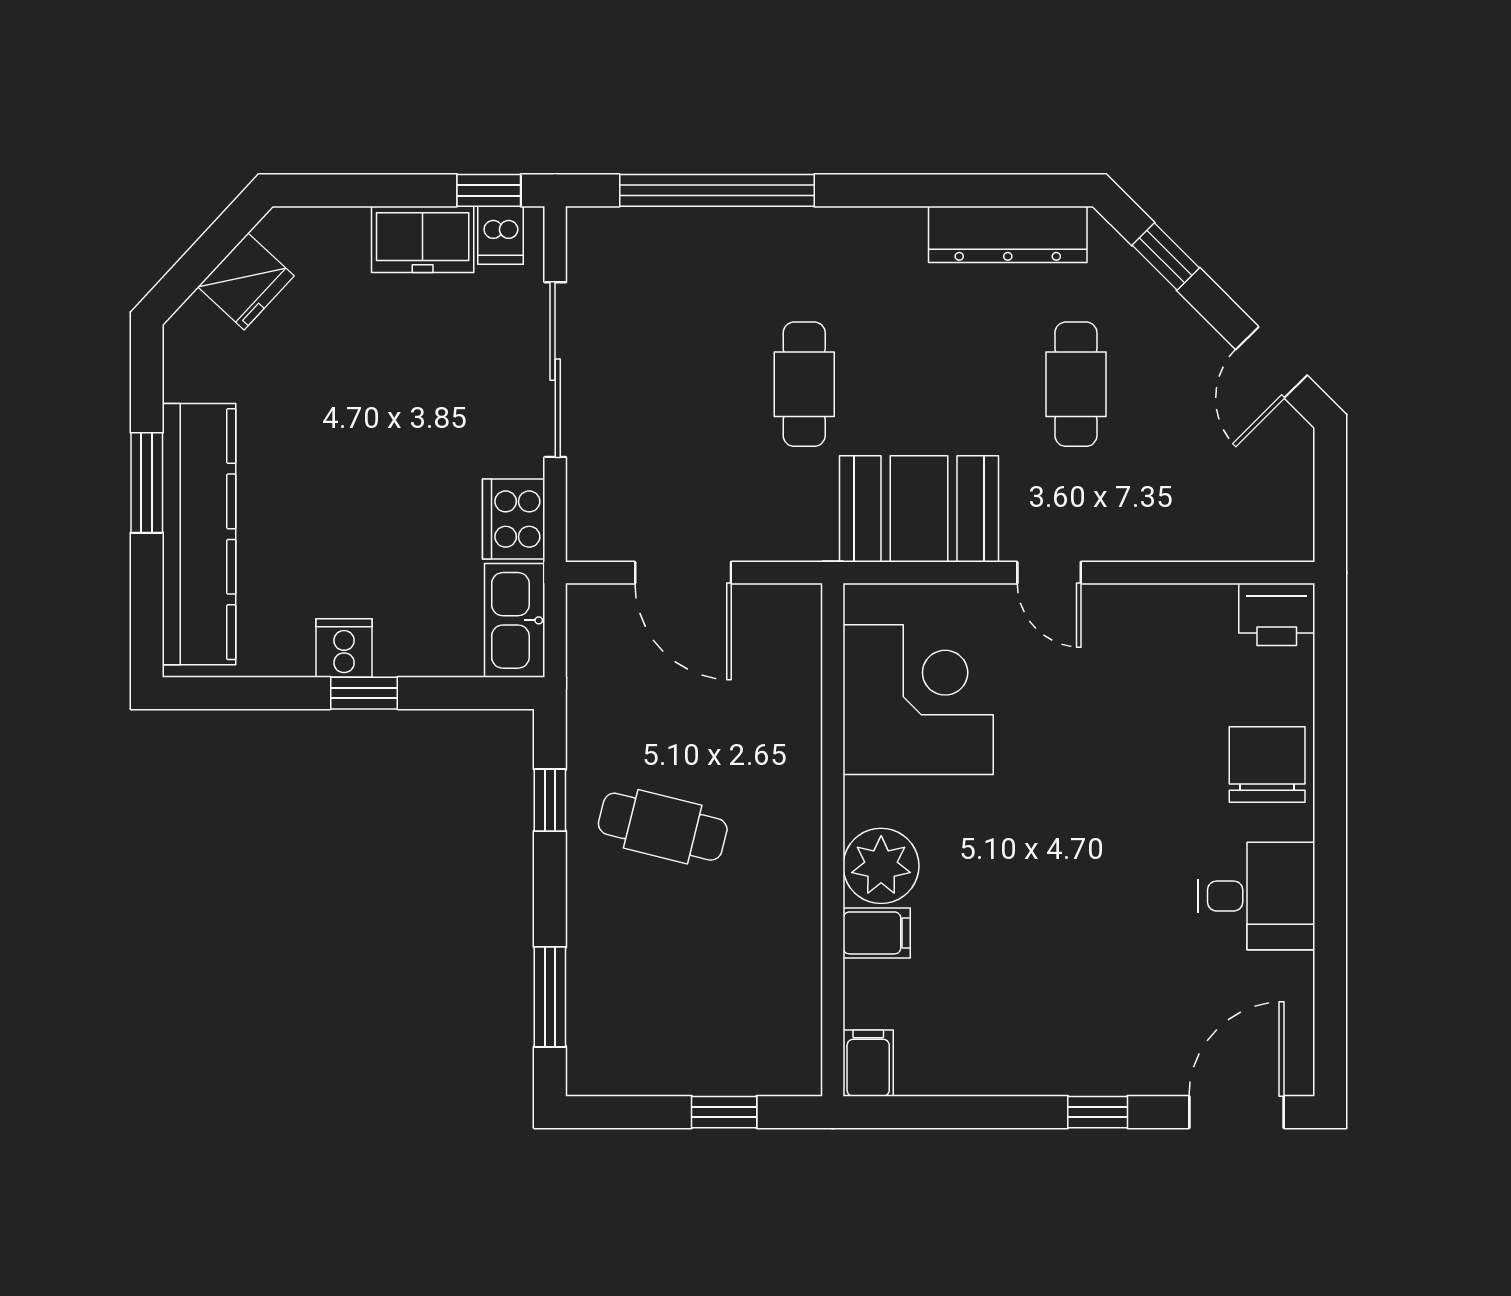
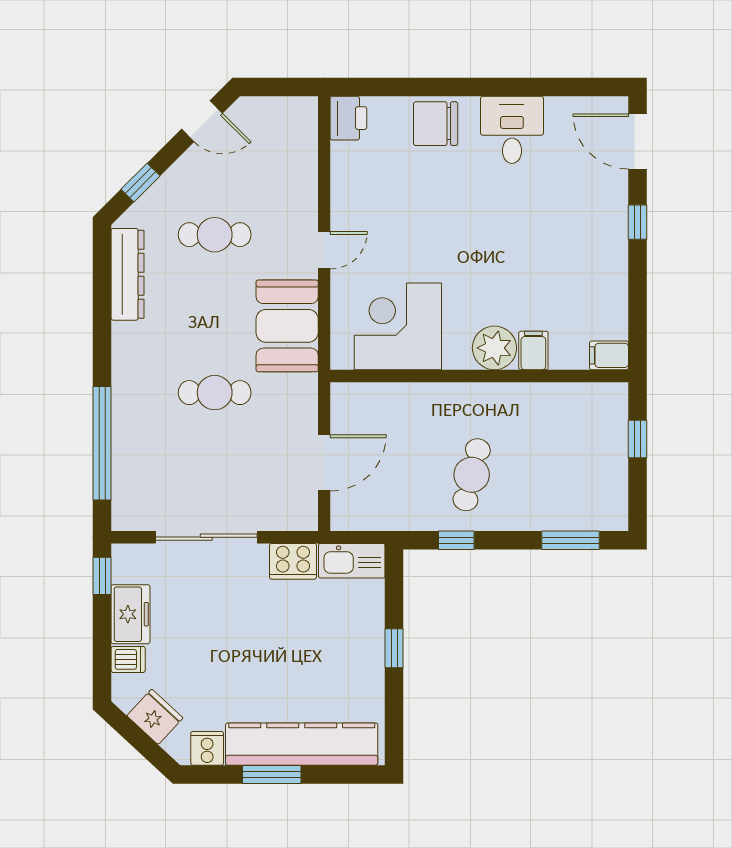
dishwasher: (500, 235) -> (128, 659), moved
cooker: (344, 648) -> (207, 748), moved, turned 90

